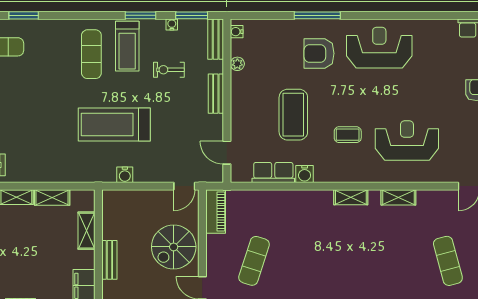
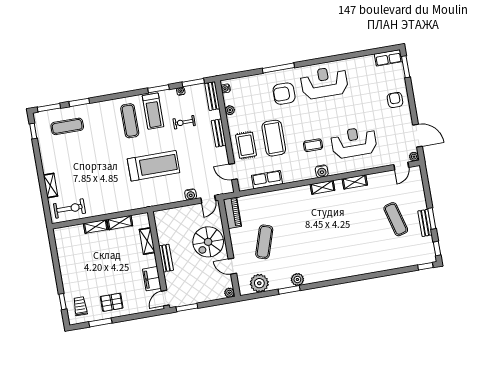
rug: (252, 118) -> (246, 145), added
treadmill: (114, 124) -> (154, 166), turned 180
water cooler: (305, 174) -> (322, 171), moved
water cooler: (125, 175) -> (191, 194), moved

